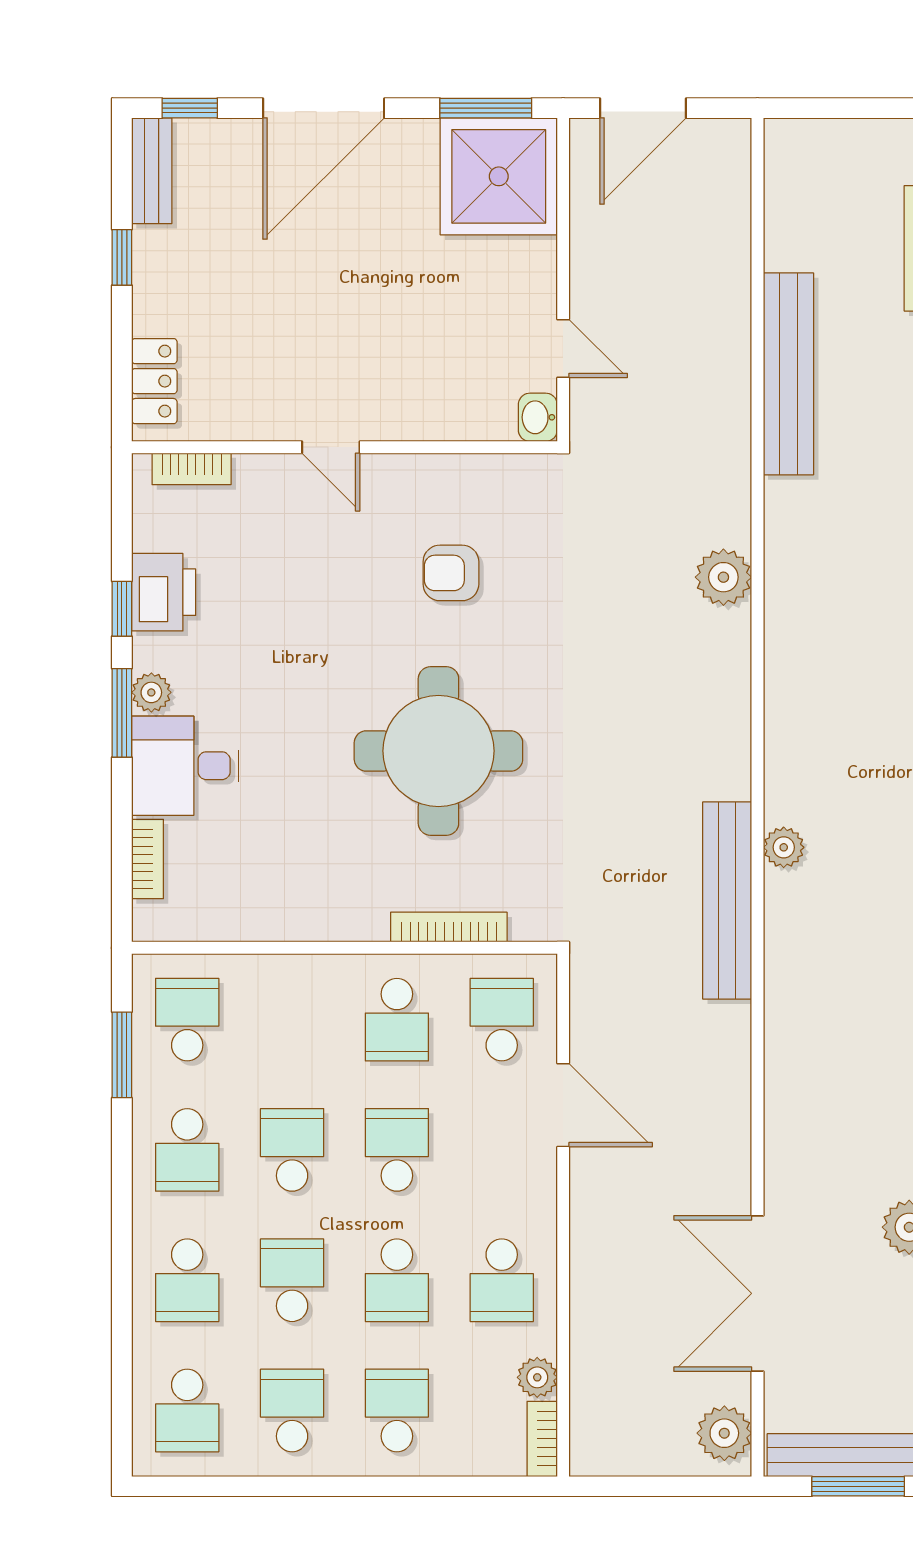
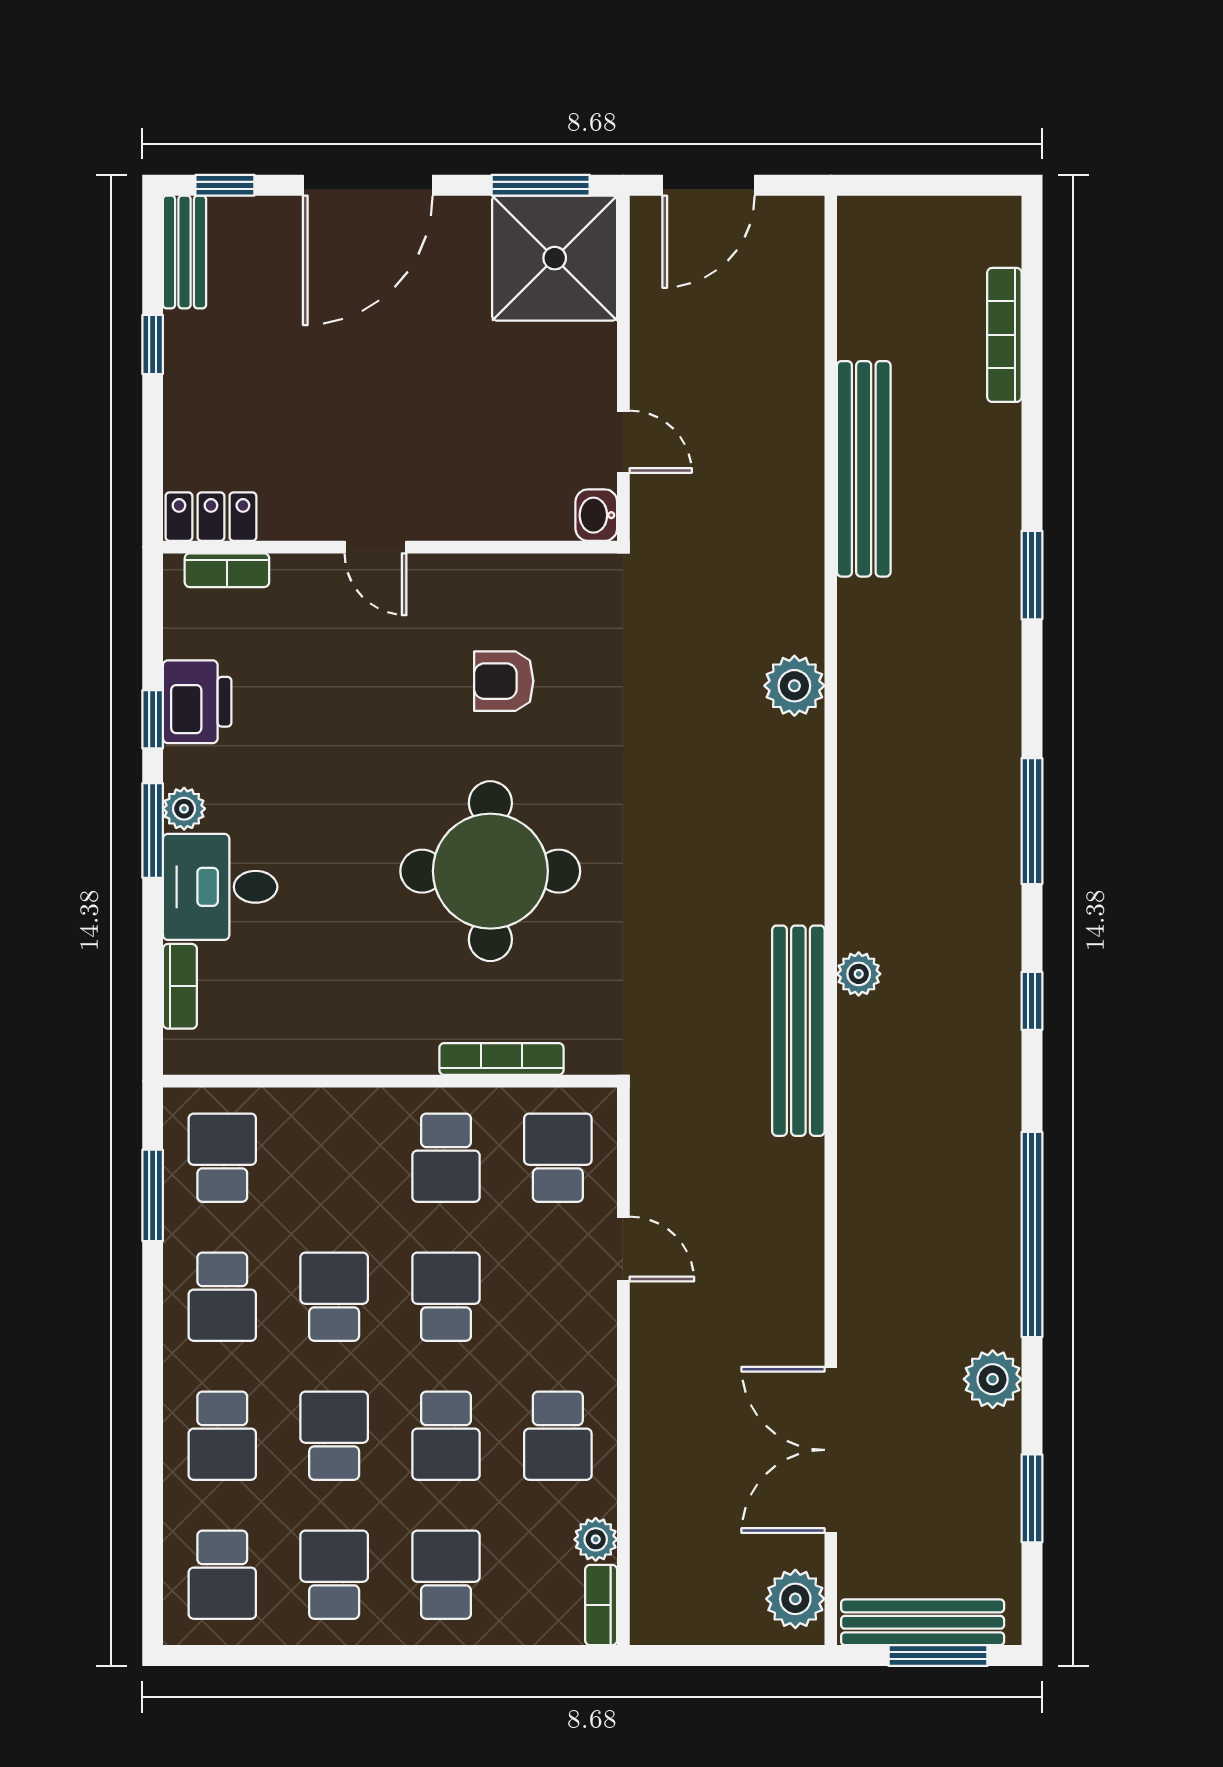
locker: (154, 381) -> (211, 517), moved, turned -90
door: (563, 1105) -> (623, 1249), width x0.73

